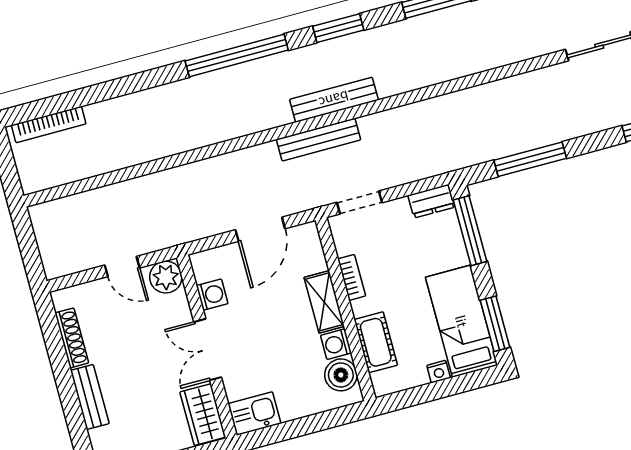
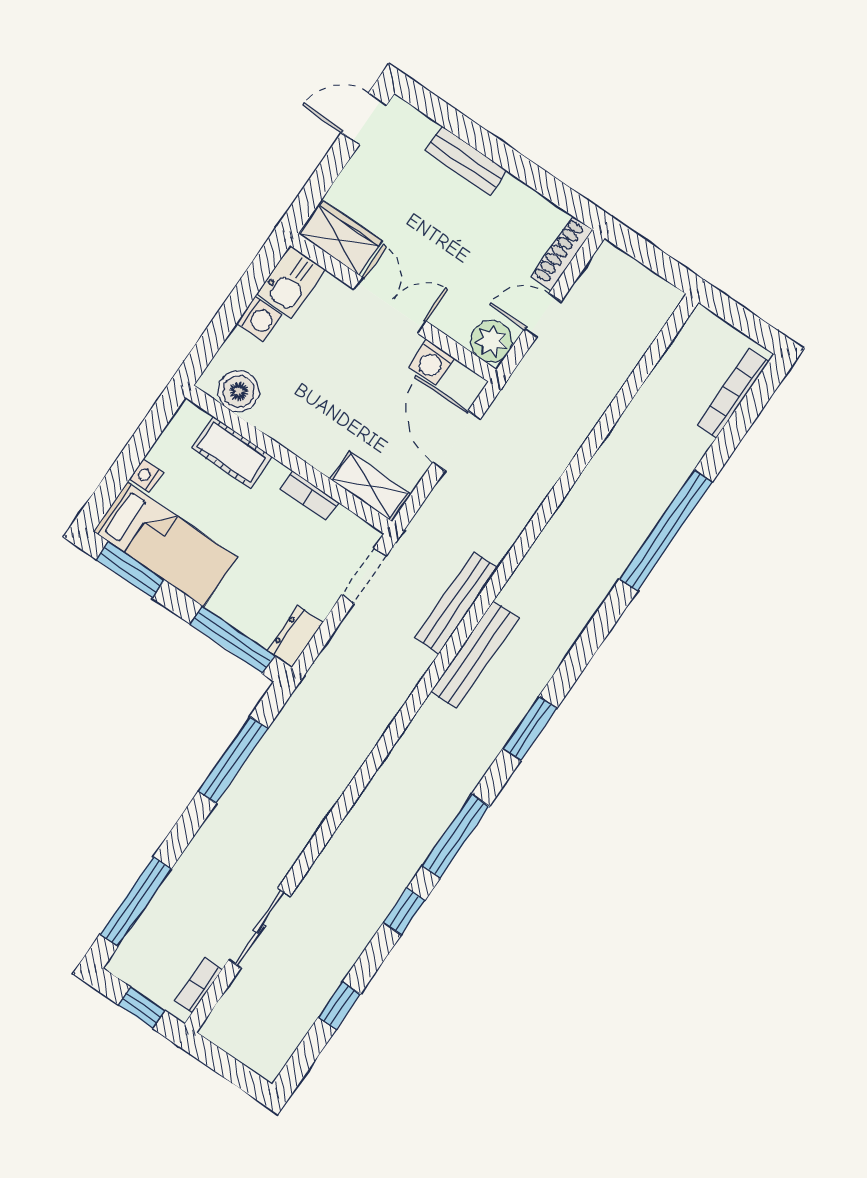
window: (237, 56) -> (666, 531), moved
door: (260, 229) -> (457, 441), moved
shelving: (324, 302) -> (370, 486), moved
shoe rack: (72, 338) -> (562, 253), moved, turned 90
washing machine: (336, 344) -> (259, 319), moved, turned 90

